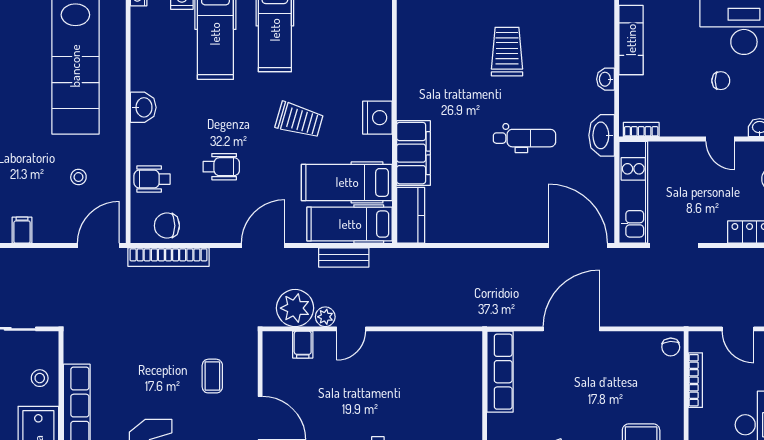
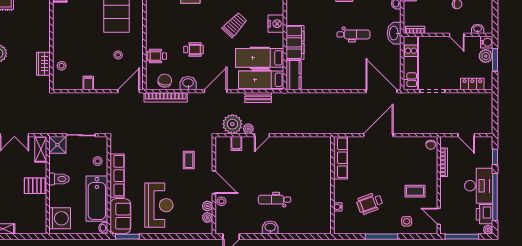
washbasin: (143, 107) -> (188, 83), moved, turned -90
trolley: (299, 120) -> (235, 25), turned -63
chair: (167, 226) -> (165, 81), turned 99

